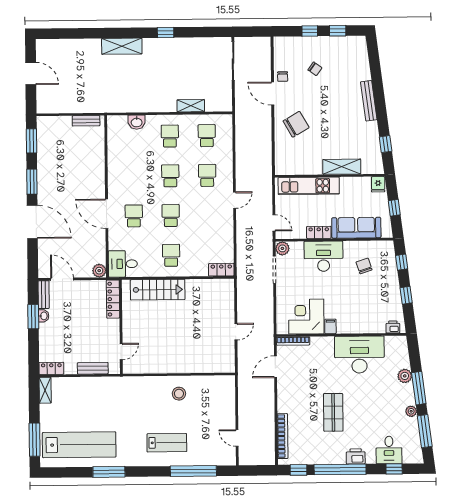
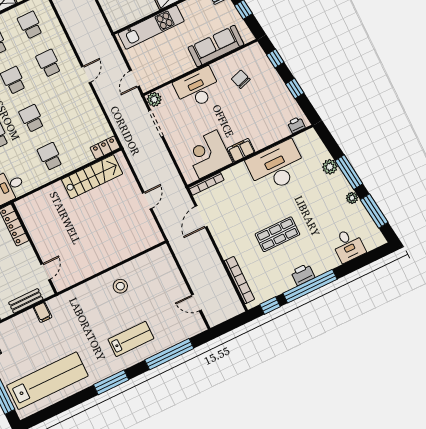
door: (274, 223) -> (134, 79), swing flipped
locker: (319, 232) -> (182, 68), removed
stairs: (158, 290) -> (92, 177), moved
filing cabinet: (330, 326) -> (241, 150), width x2.00
filing cabinet: (102, 385) -> (43, 312), added
shop shelf: (333, 412) -> (277, 234), turned 90
printer: (356, 456) -> (303, 274), moved
window: (394, 469) -> (362, 261), removed
window: (109, 472) -> (111, 382), moved

